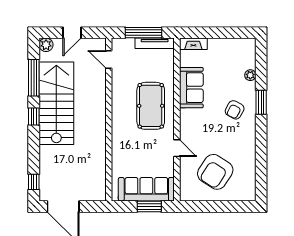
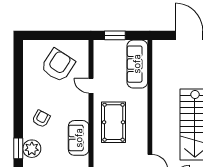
plant: (250, 75) -> (32, 149), width x1.88, depth x1.88
window: (261, 102) -> (18, 148), moved
sofa: (146, 189) -> (137, 64), moved, turned 90

